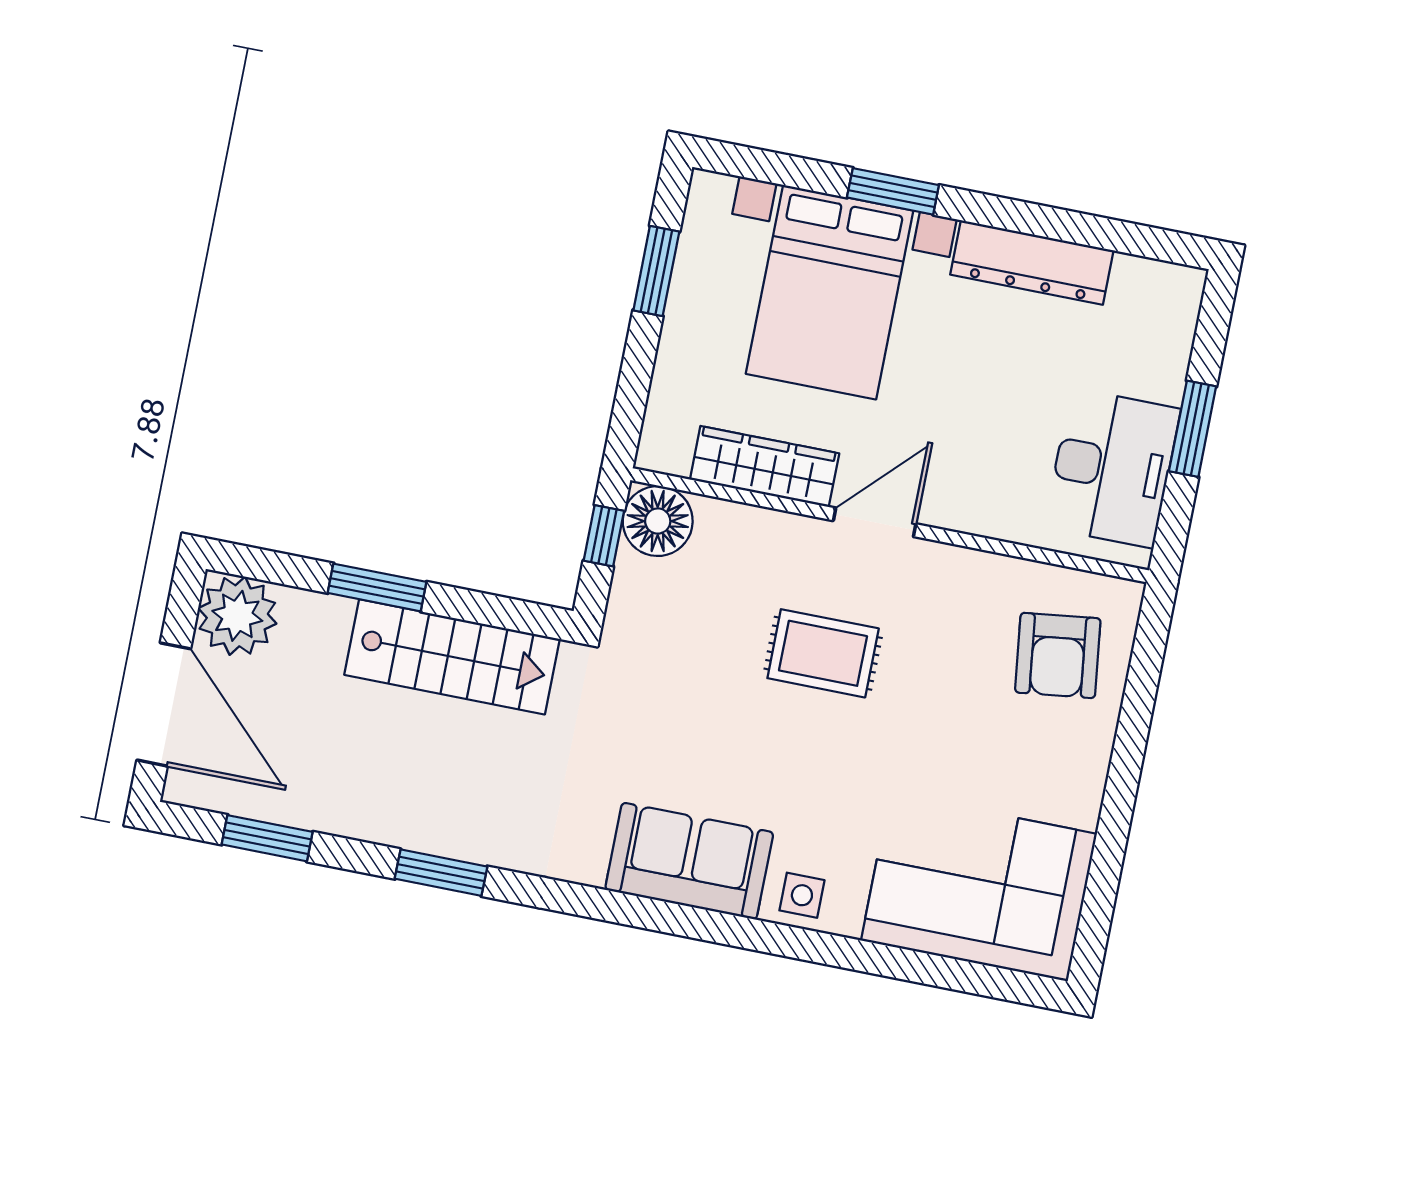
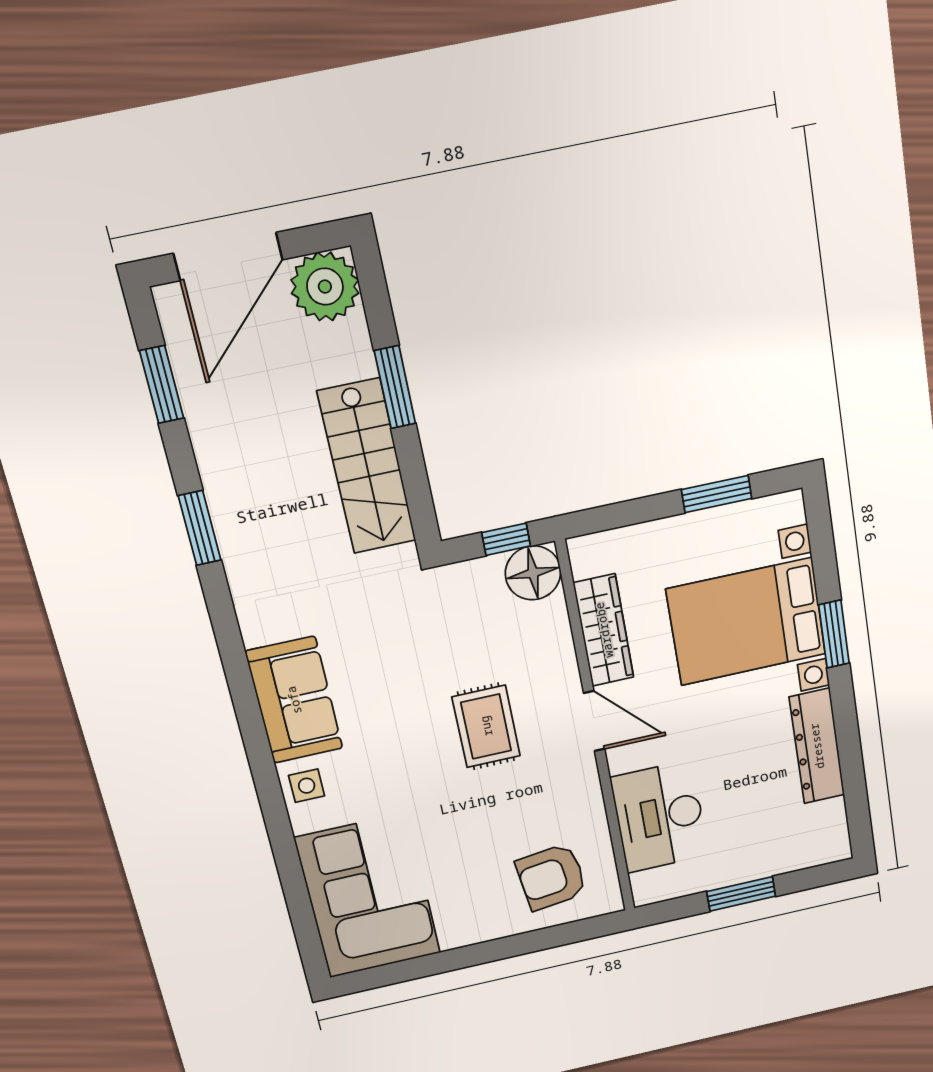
desk: (1112, 468) -> (660, 817), moved, turned 90

